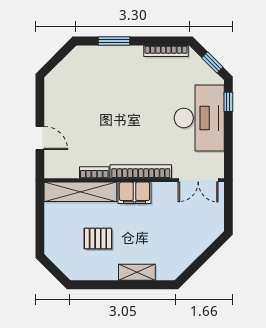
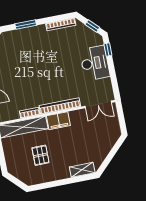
desk: (199, 118) -> (95, 63), width x0.73, depth x0.77
pallet: (98, 239) -> (40, 155), turned 90
shelving: (137, 272) -> (82, 170), moved

